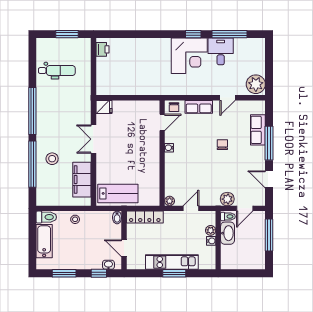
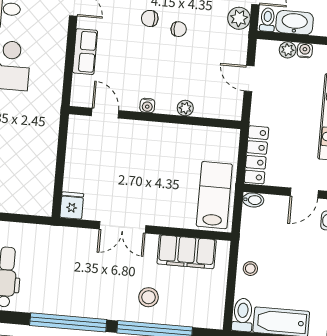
chair: (174, 107) -> (179, 29), moved
plant: (170, 201) -> (185, 108), moved

